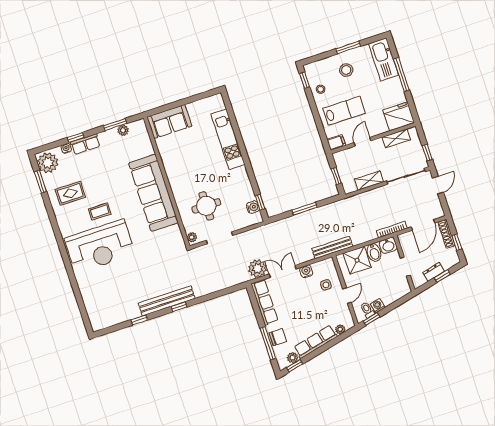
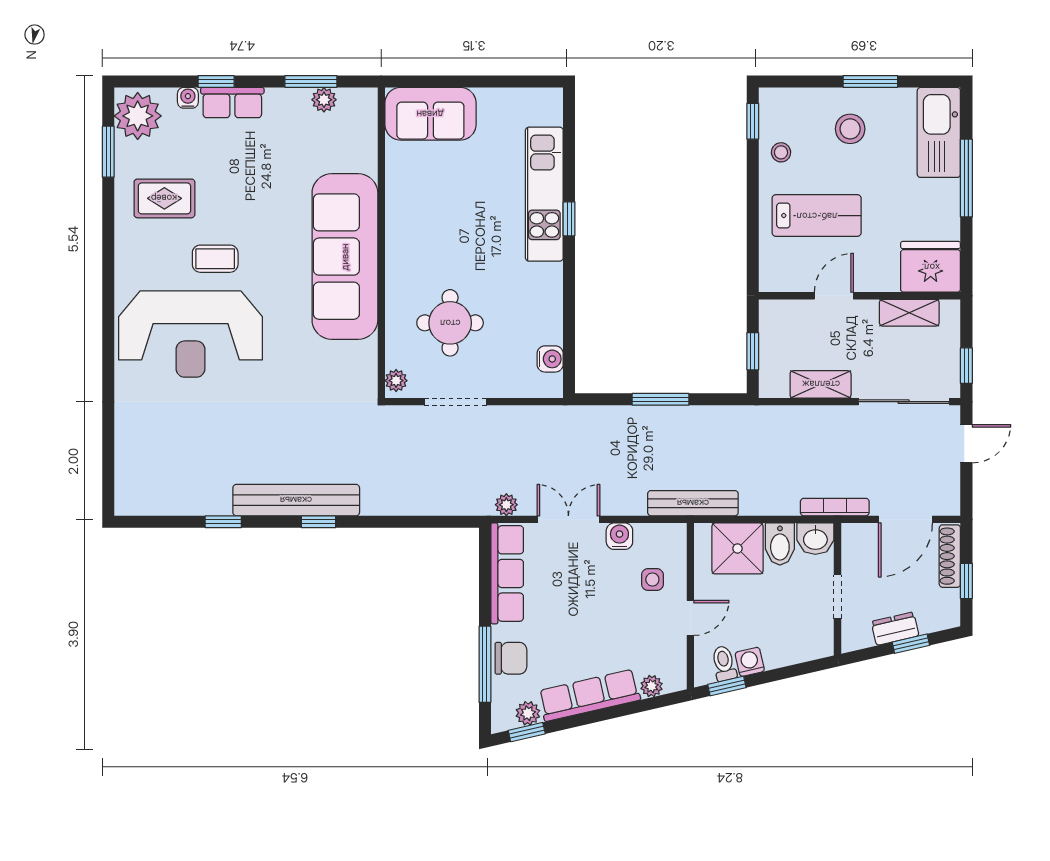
filing cabinet: (336, 142) -> (777, 279), removed
window: (260, 202) -> (569, 219), moved
plant: (258, 268) -> (506, 505), width x0.53, depth x0.53

